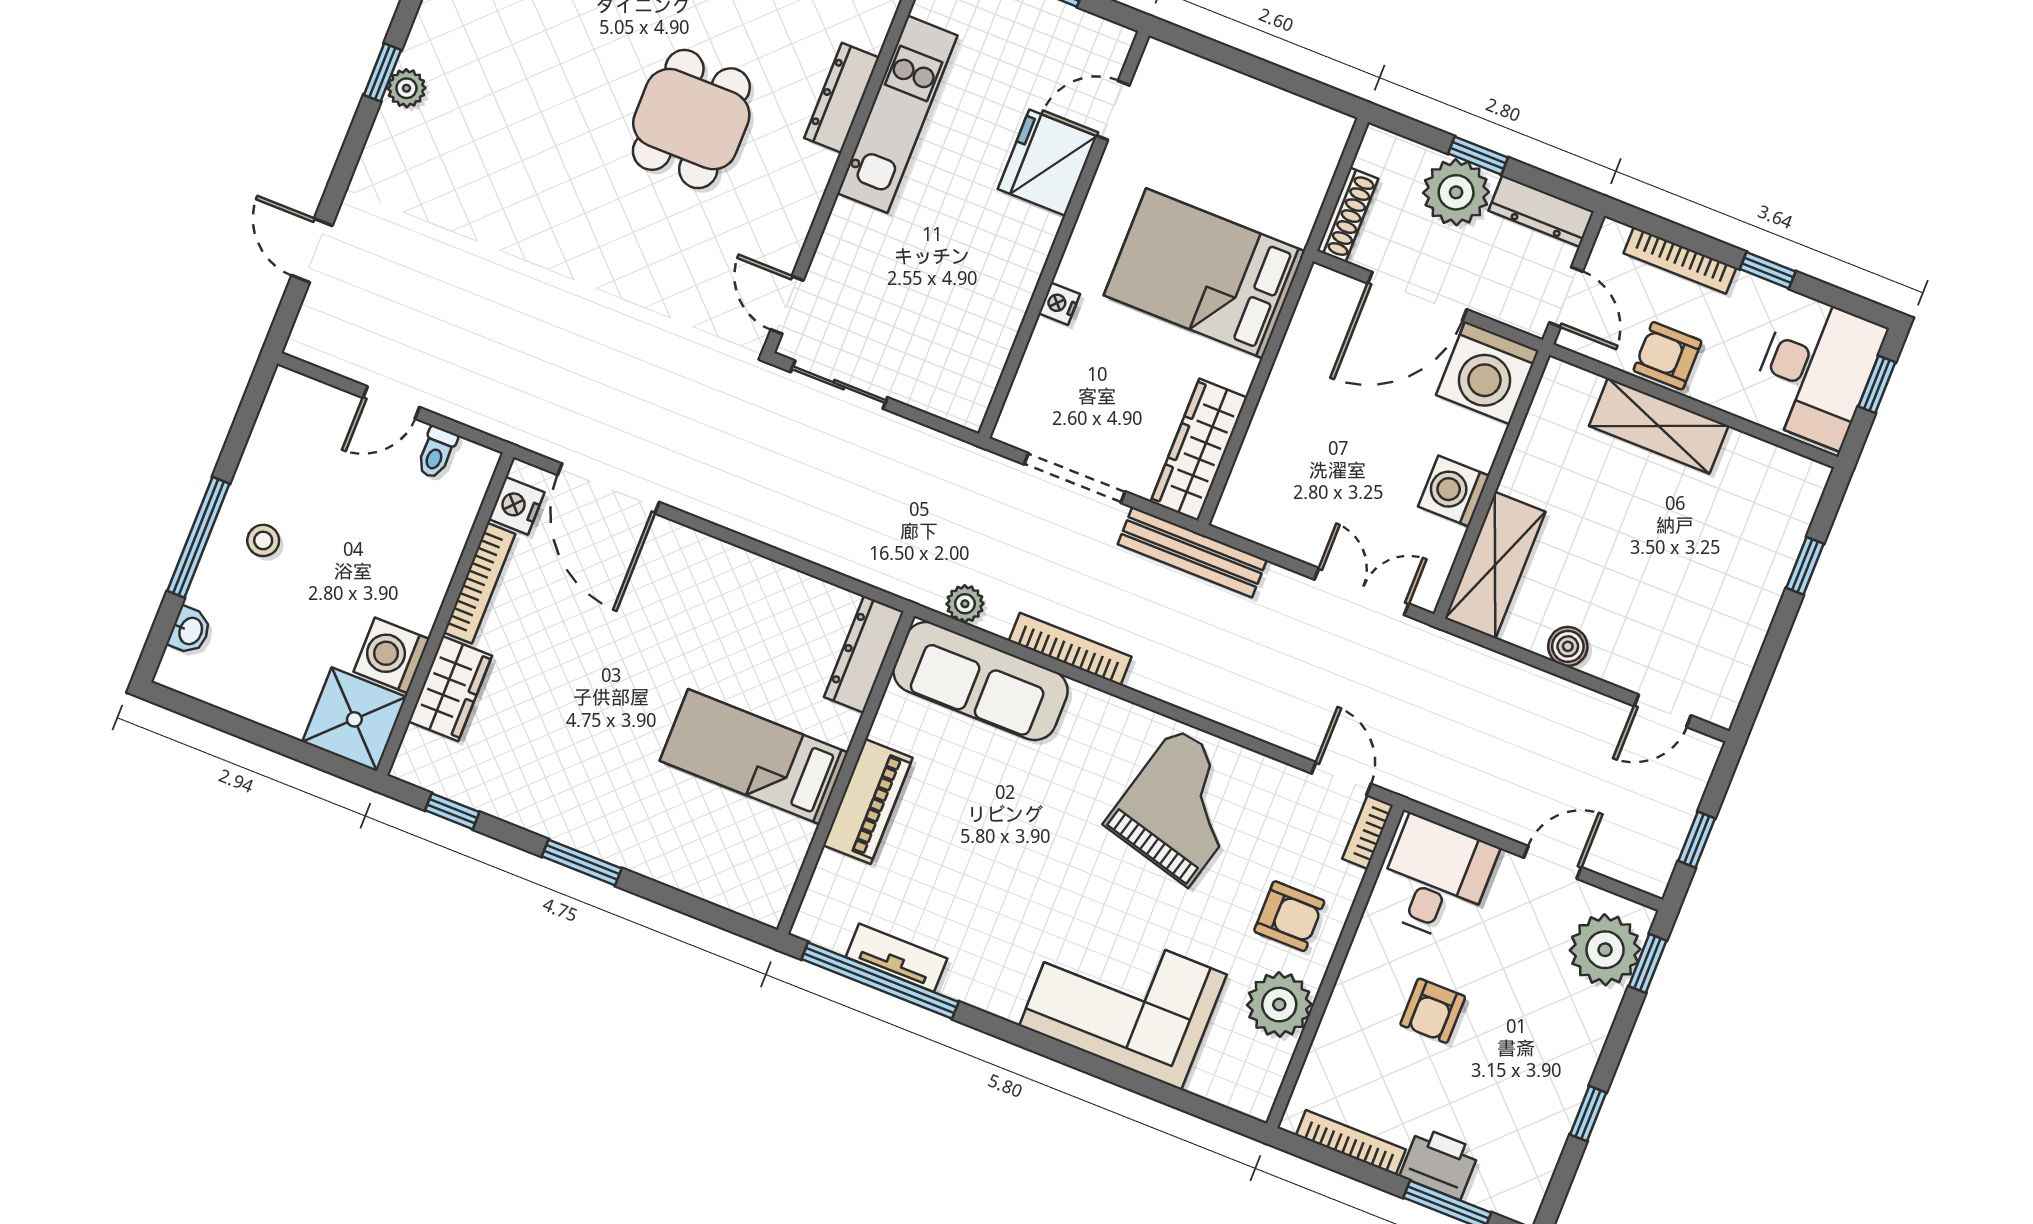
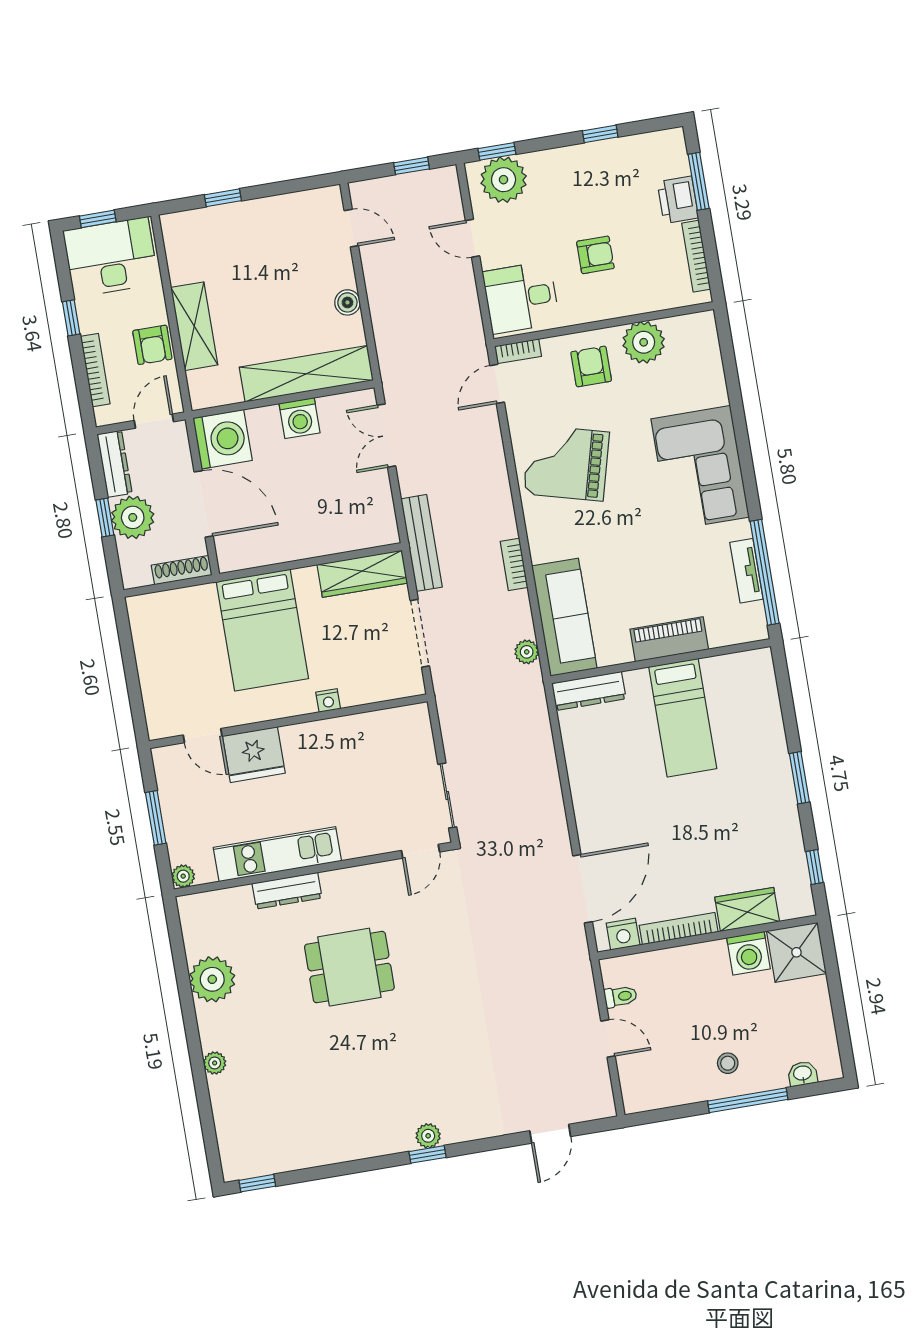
shelving: (1495, 565) -> (306, 374), width x1.47
bookcase: (1070, 649) -> (514, 564), width x0.64
corner sofa: (1123, 1000) -> (700, 468), moved

